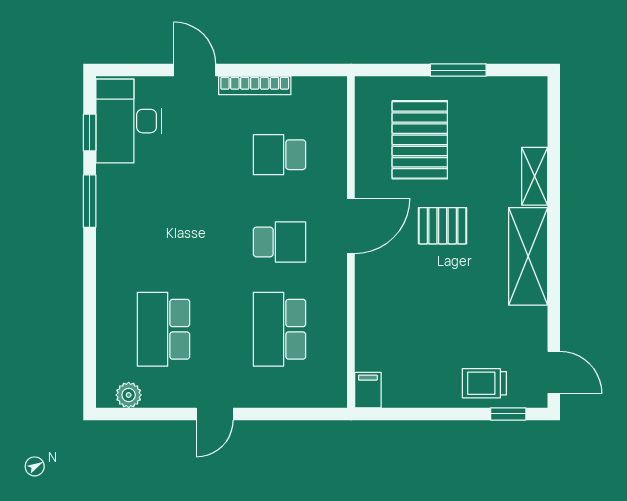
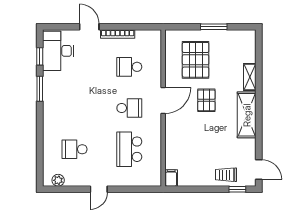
pallet: (443, 226) -> (206, 100), turned 90
school desk: (164, 329) -> (75, 149), width x0.54

